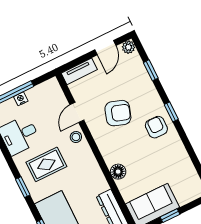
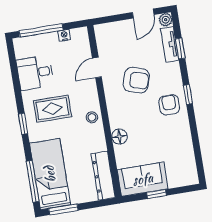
tv unit: (79, 71) -> (170, 44), moved, turned 90
nightstand: (21, 99) -> (64, 35), moved
stool: (76, 137) -> (92, 117), moved

